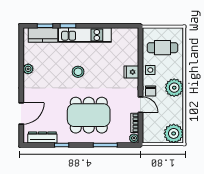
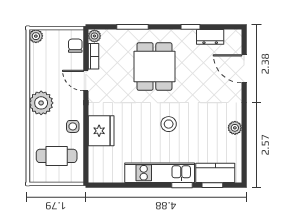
fridge: (131, 72) -> (101, 131), width x1.88, depth x1.34
chair: (151, 91) -> (75, 46), moved
door: (21, 113) -> (244, 69), hinge flipped
dining table: (89, 115) -> (154, 66), width x0.73
plant: (174, 133) -> (36, 36), width x0.53, depth x0.53
dresser: (42, 137) -> (210, 37), width x0.70

